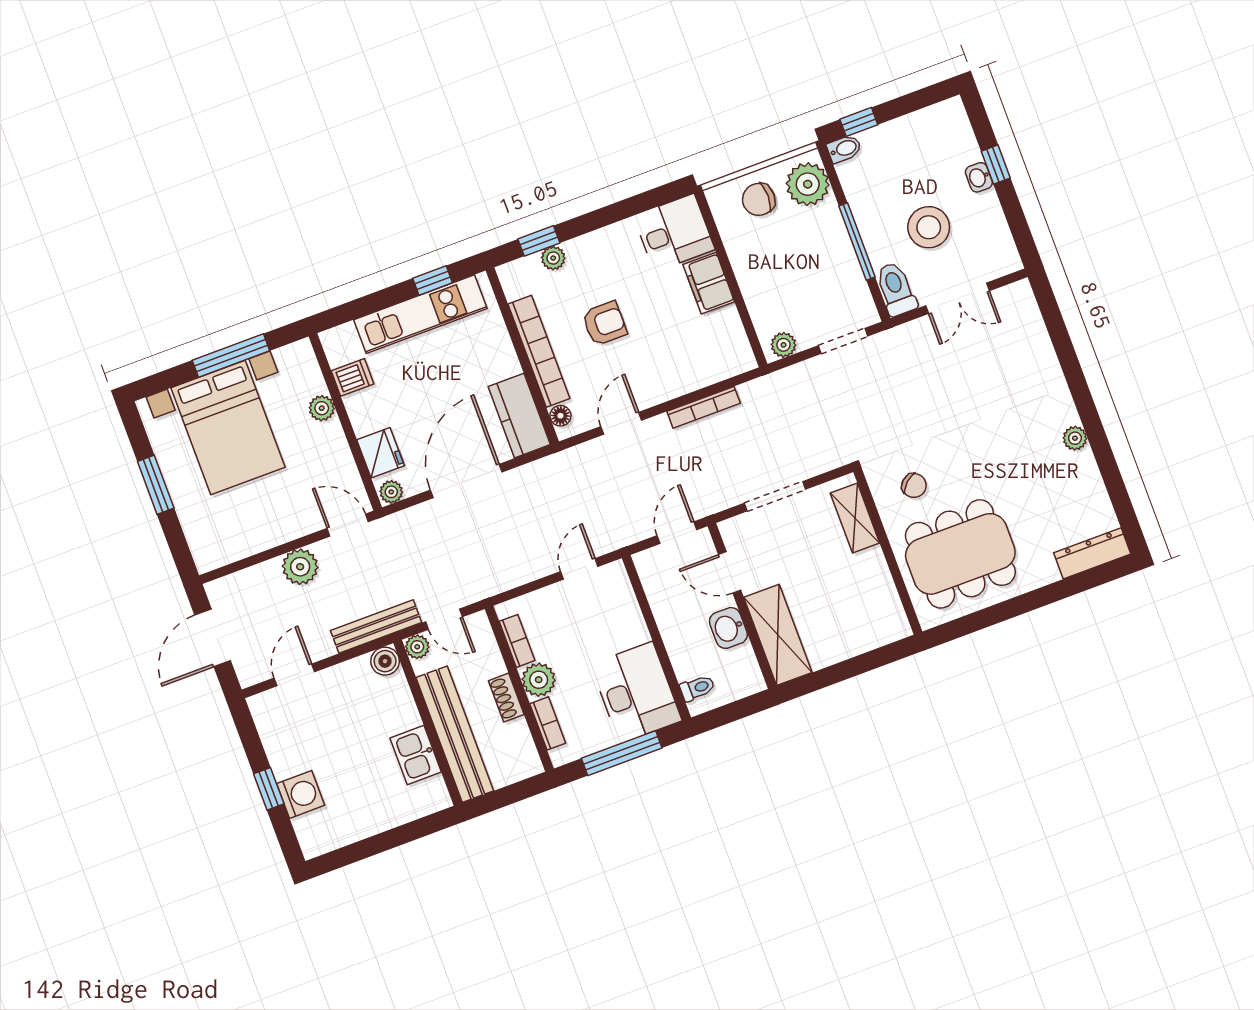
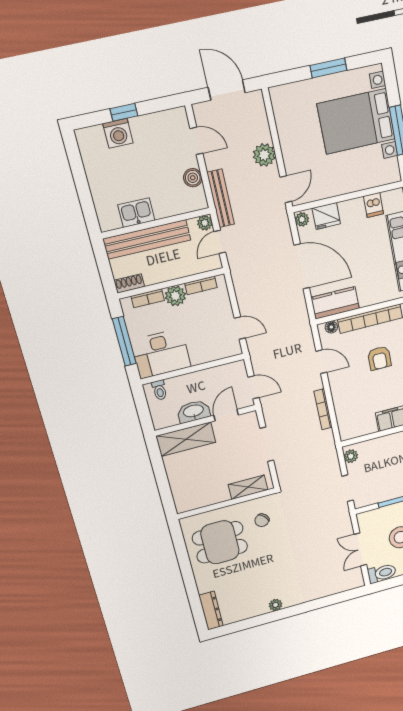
toilet: (896, 289) -> (382, 573), moved
plant: (322, 408) -> (358, 183), removed
dining table: (960, 554) -> (220, 542), width x0.73
washbasin: (728, 628) -> (193, 411), width x1.38
boiler: (385, 661) -> (193, 178), moved
shoe rack: (506, 698) -> (129, 283), moved

